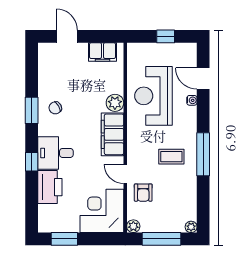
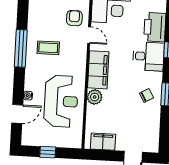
door: (203, 78) -> (17, 114), hinge flipped

